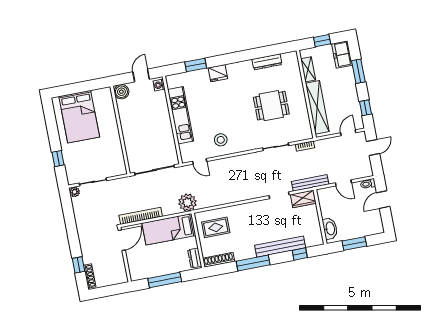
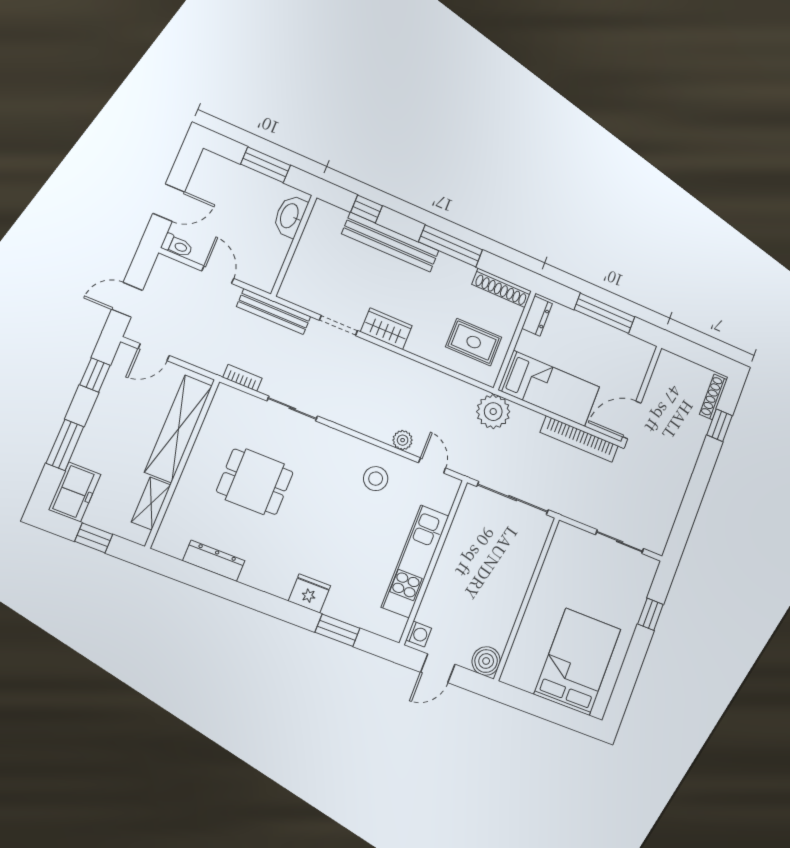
plant: (75, 192) -> (403, 440), moved
wardrobe: (303, 199) -> (386, 329), moved

